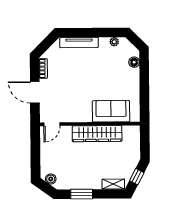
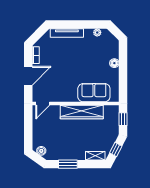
floor lamp: (134, 62) -> (114, 63), moved
door: (35, 92) -> (28, 76), swing flipped
window: (145, 141) -> (123, 119), added

